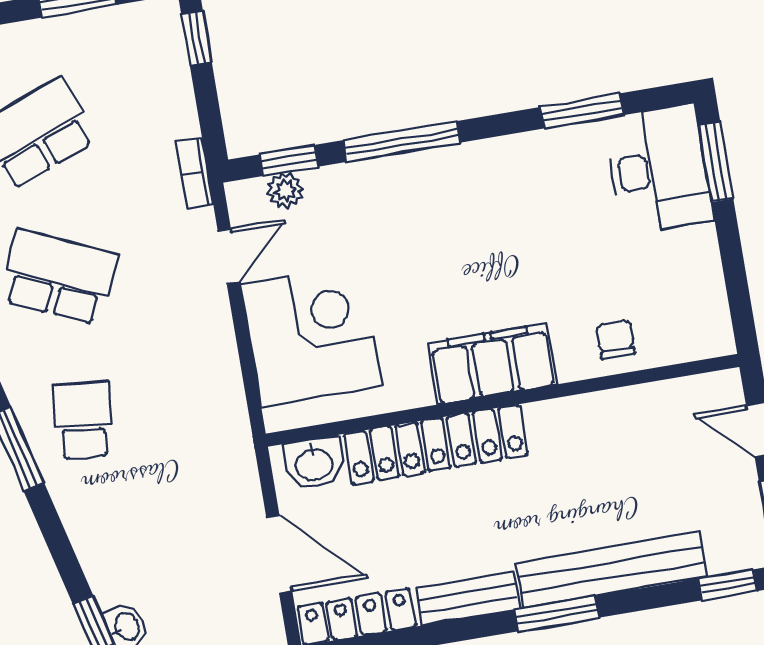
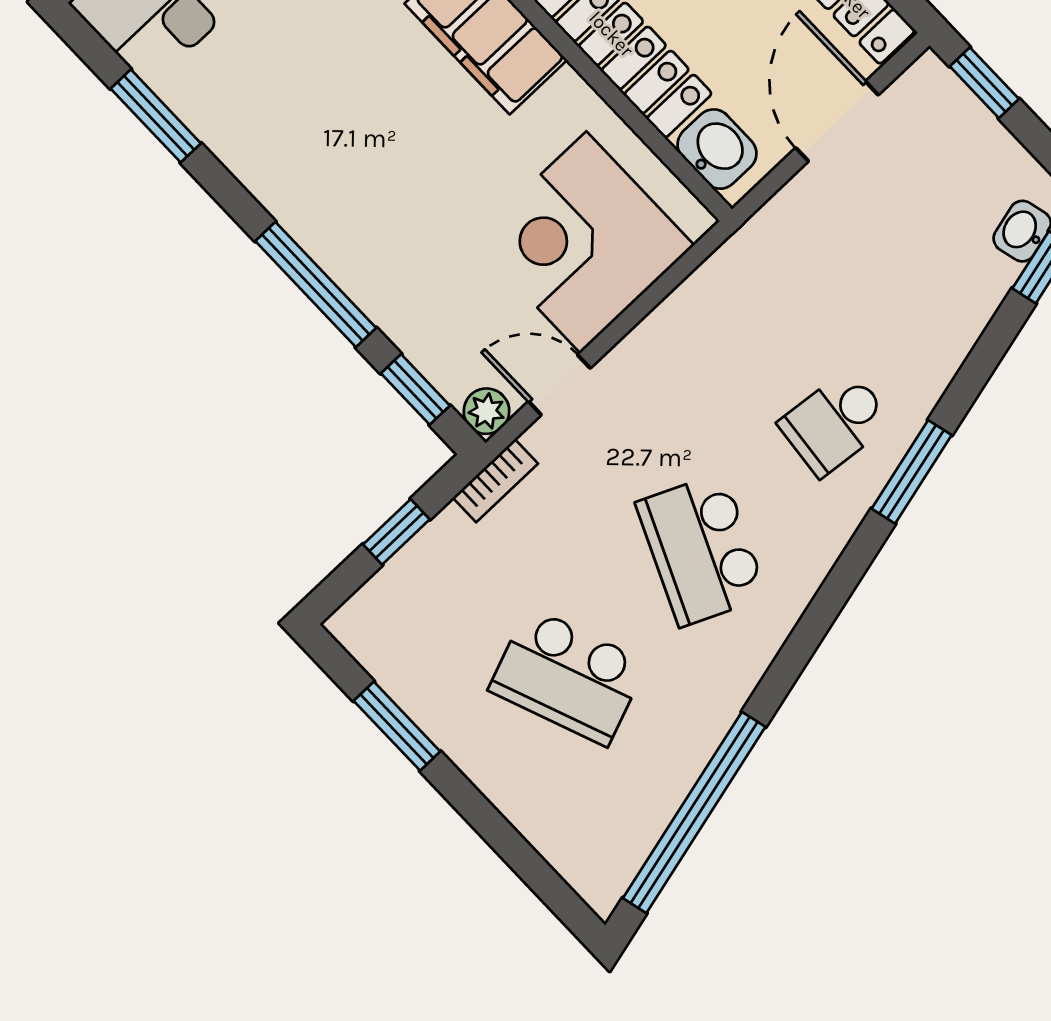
window: (196, 38) -> (396, 532), moved
plant: (285, 190) -> (486, 411), moved

